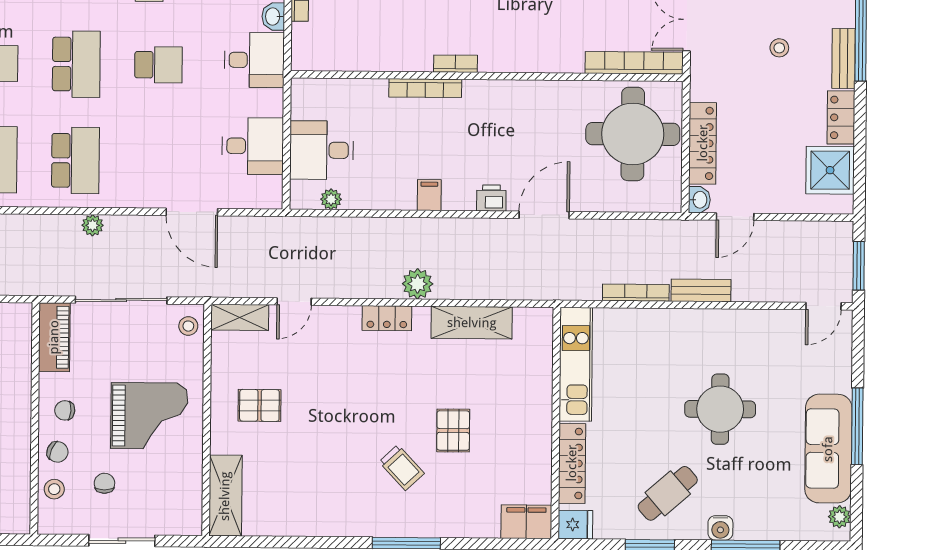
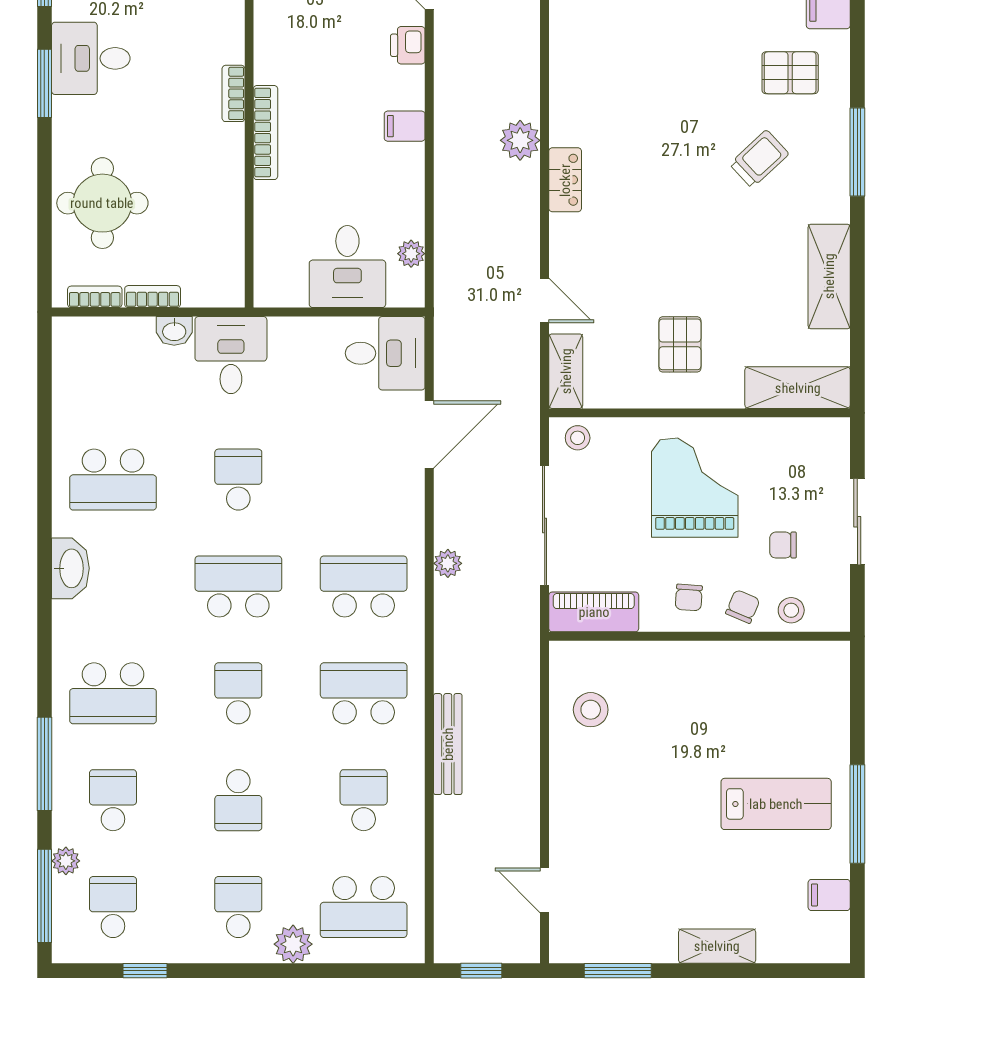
desk: (253, 146) -> (385, 353), moved, turned 90
shelving: (472, 323) -> (829, 276), moved
pallet: (453, 431) -> (790, 73), moved

